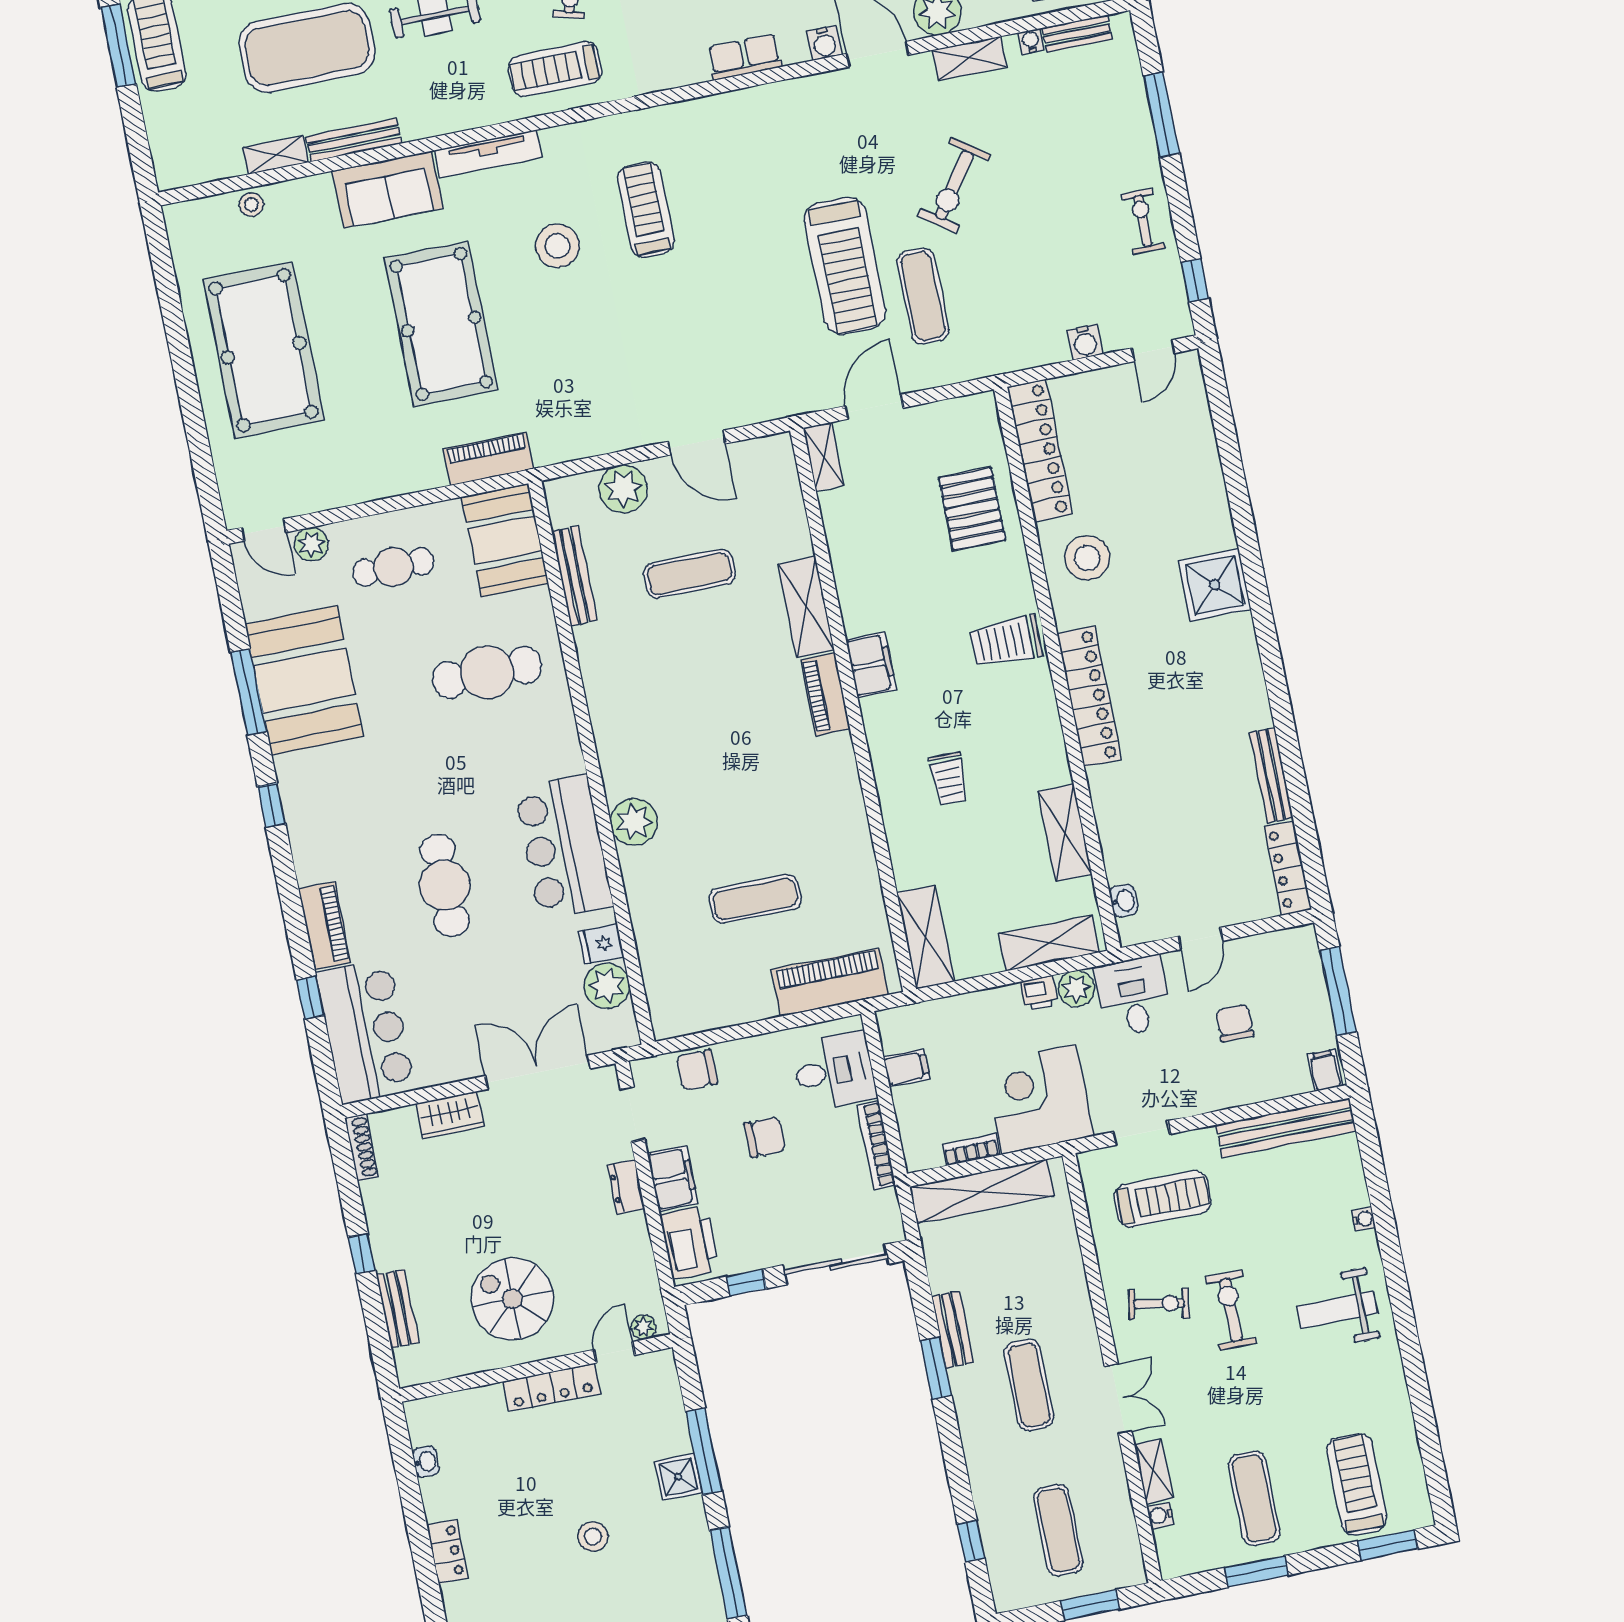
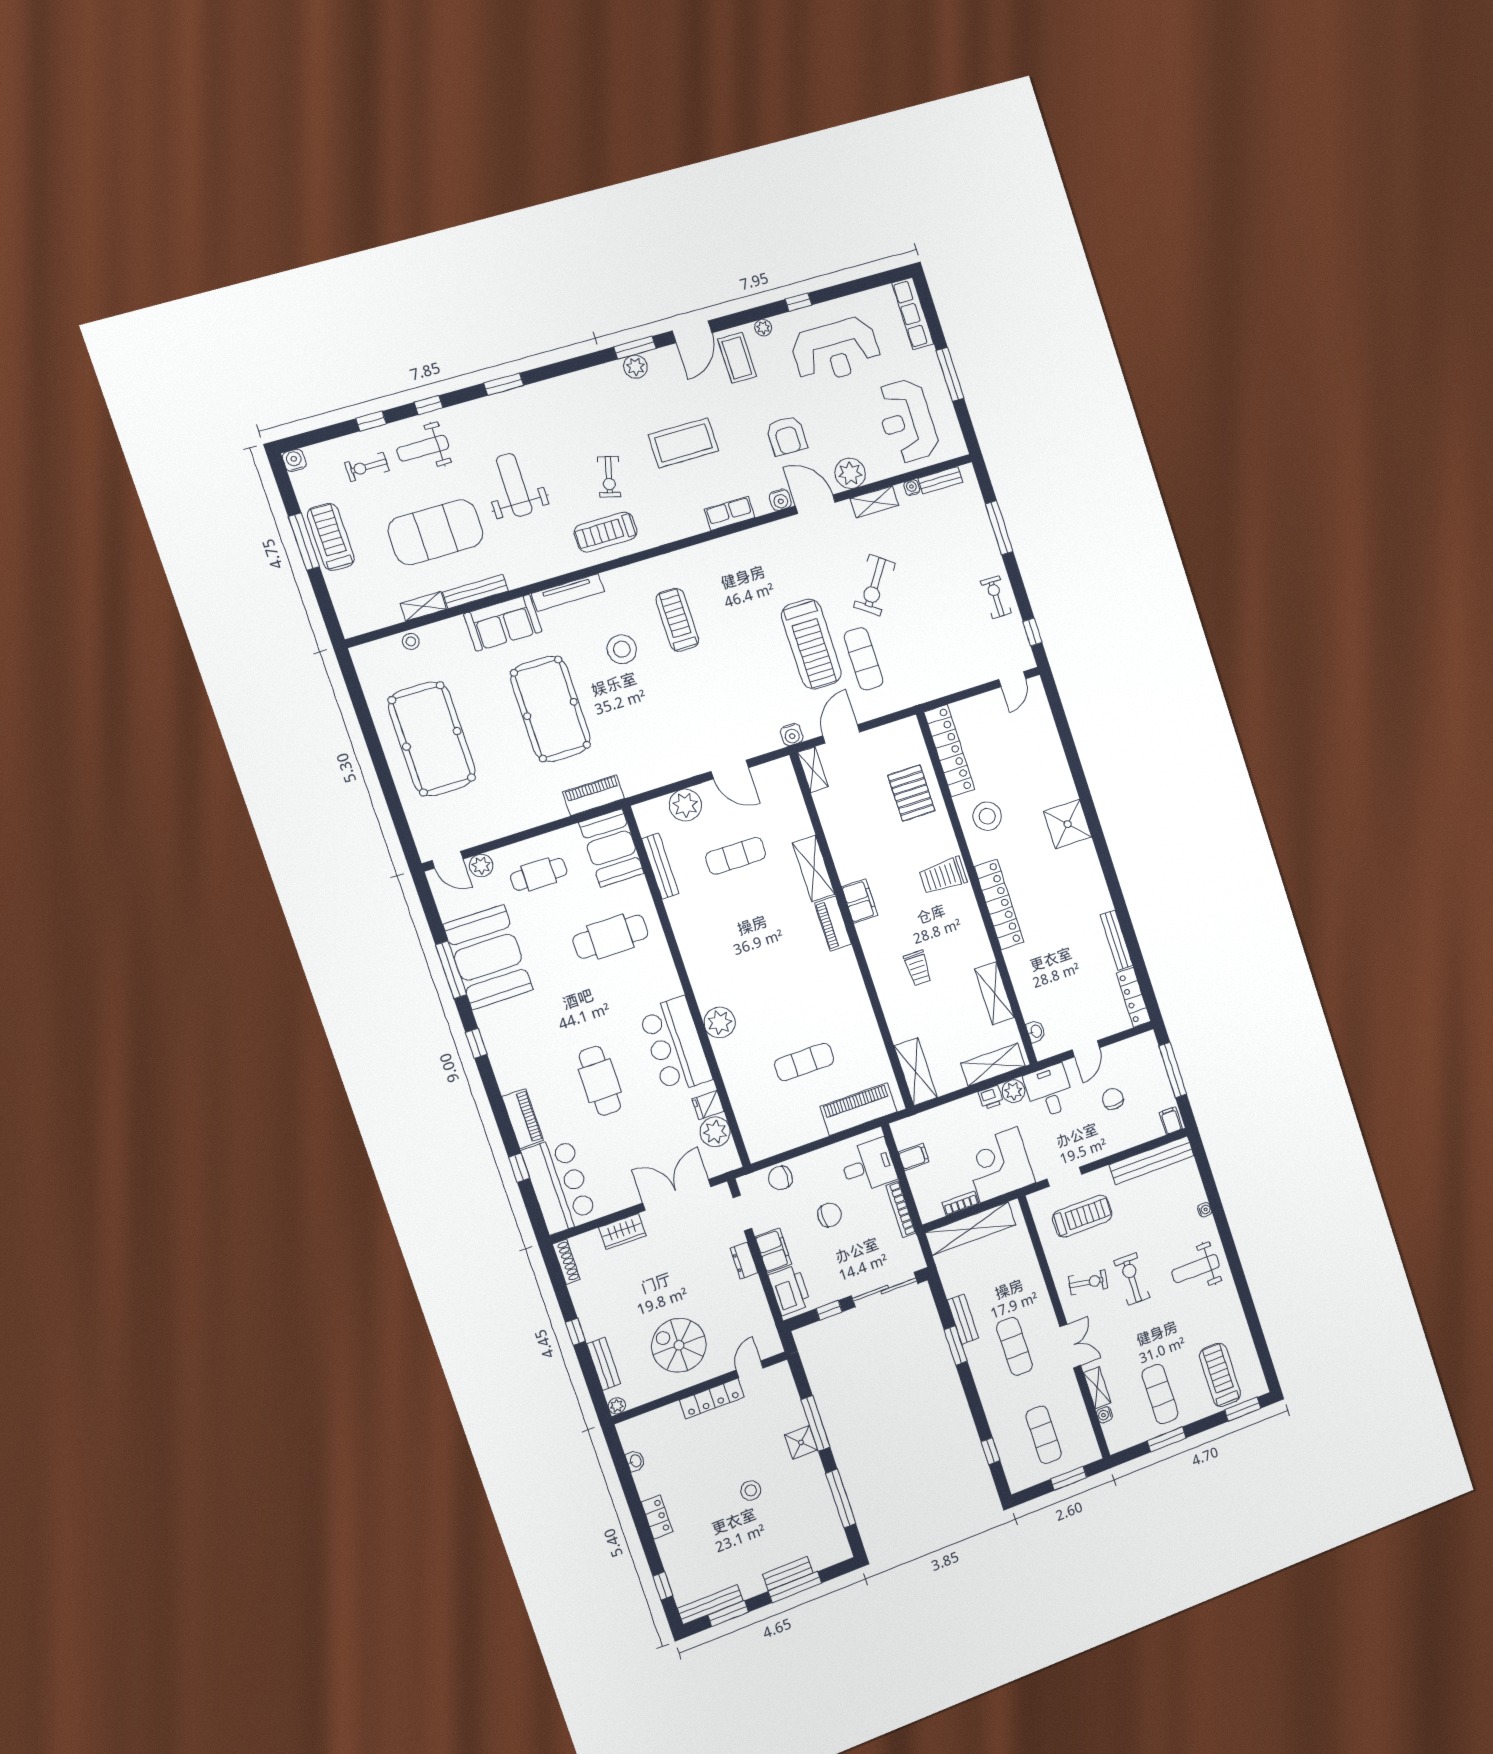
water cooler: (1085, 342) -> (792, 735), moved
plant: (643, 1327) -> (617, 1406), moved

